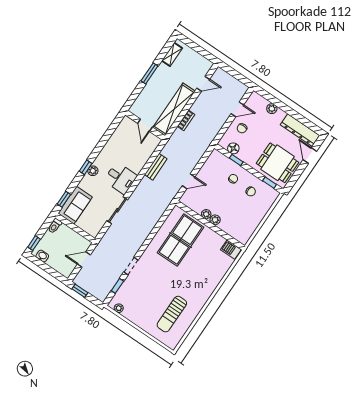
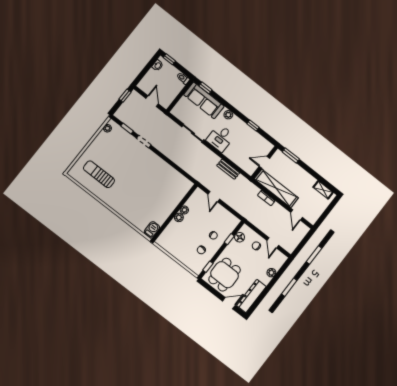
window: (149, 73) -> (291, 155), moved
window: (86, 167) -> (253, 126), moved
sofa: (75, 205) -> (204, 100), width x1.36
table tennis table: (181, 240) -> (163, 186), removed

